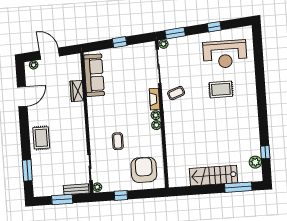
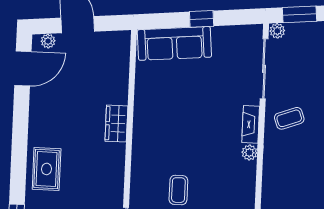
sofa: (94, 75) -> (174, 43), moved, turned 85
wardrobe: (77, 91) -> (116, 124), moved
door: (22, 97) -> (23, 68), moved
plant: (156, 125) -> (249, 170), removed

